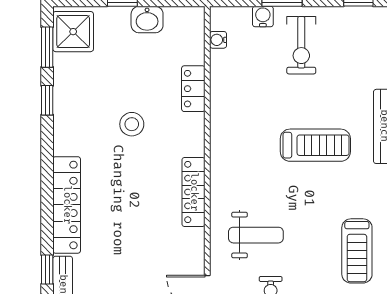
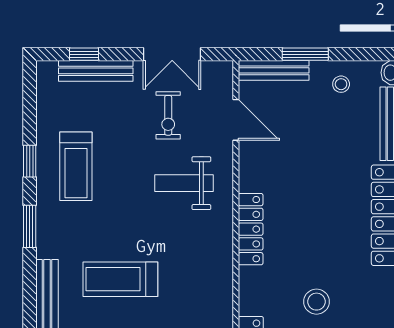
treadmill: (357, 251) -> (76, 166), turned 180

